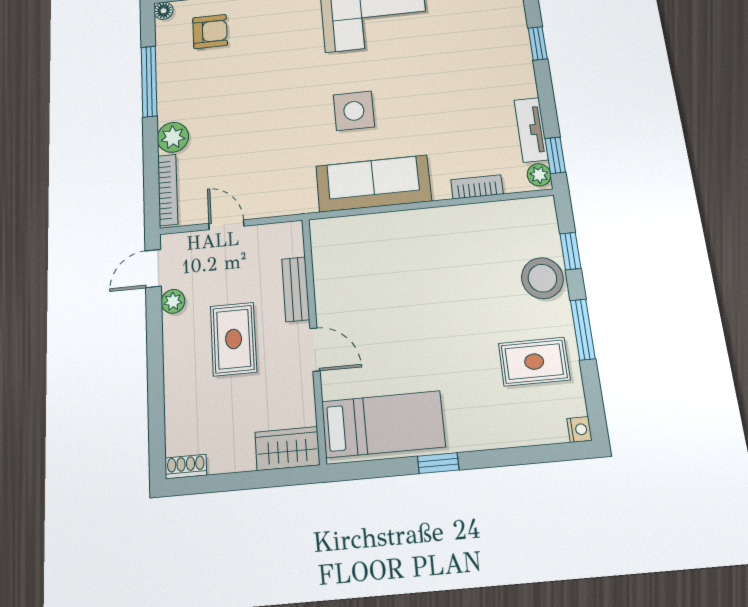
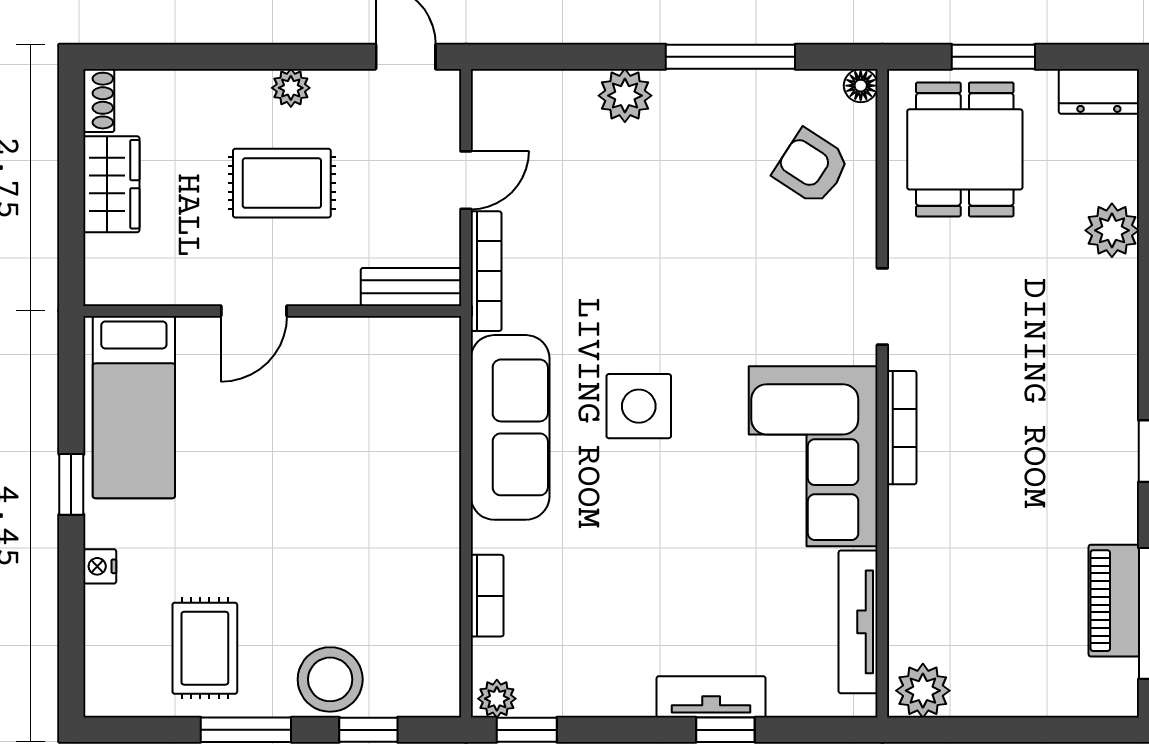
armchair: (210, 32) -> (811, 167), turned 123
tv unit: (531, 130) -> (711, 697), moved
bookcase: (168, 190) -> (486, 271), moved, turned -90
bench: (296, 289) -> (411, 287), moved
plant: (173, 301) -> (291, 88), moved
nightstand: (579, 429) -> (100, 566), moved, turned 90
wardrobe: (287, 449) -> (111, 184), moved

